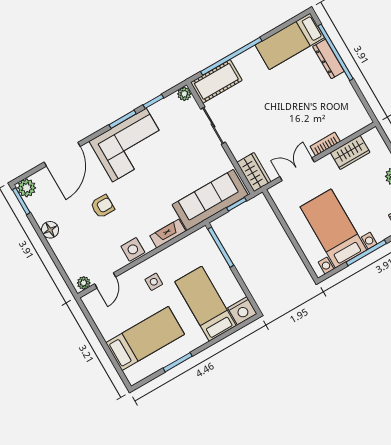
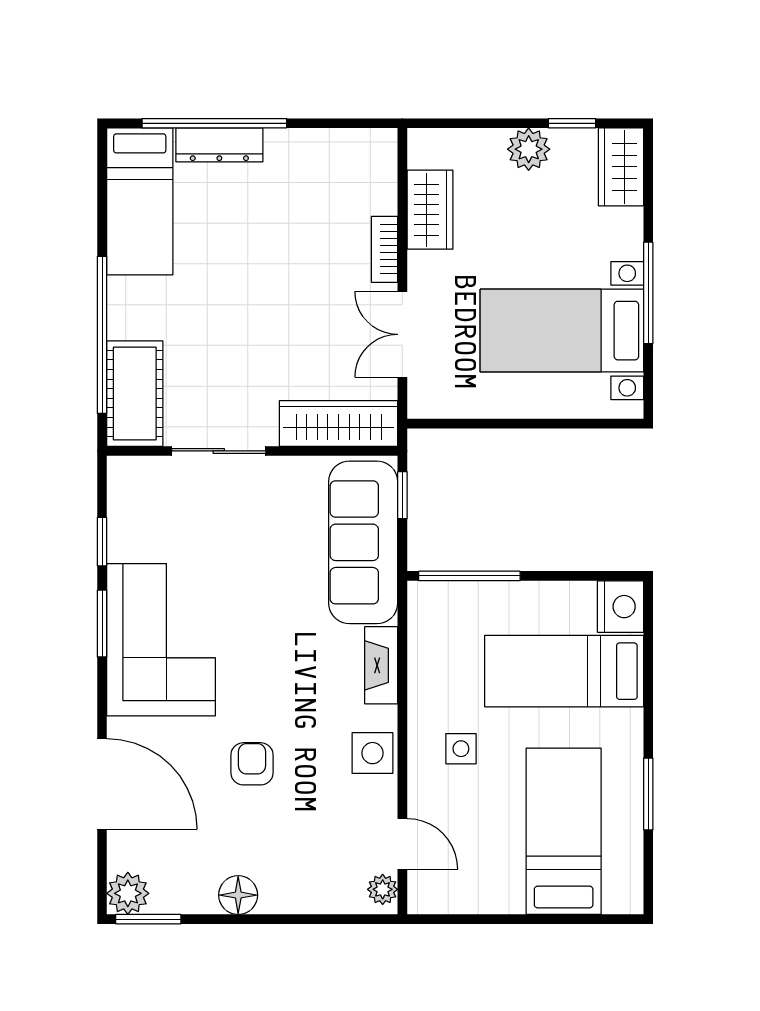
plant: (184, 94) -> (123, 472), removed
wardrobe: (254, 172) -> (339, 423), width x1.50

